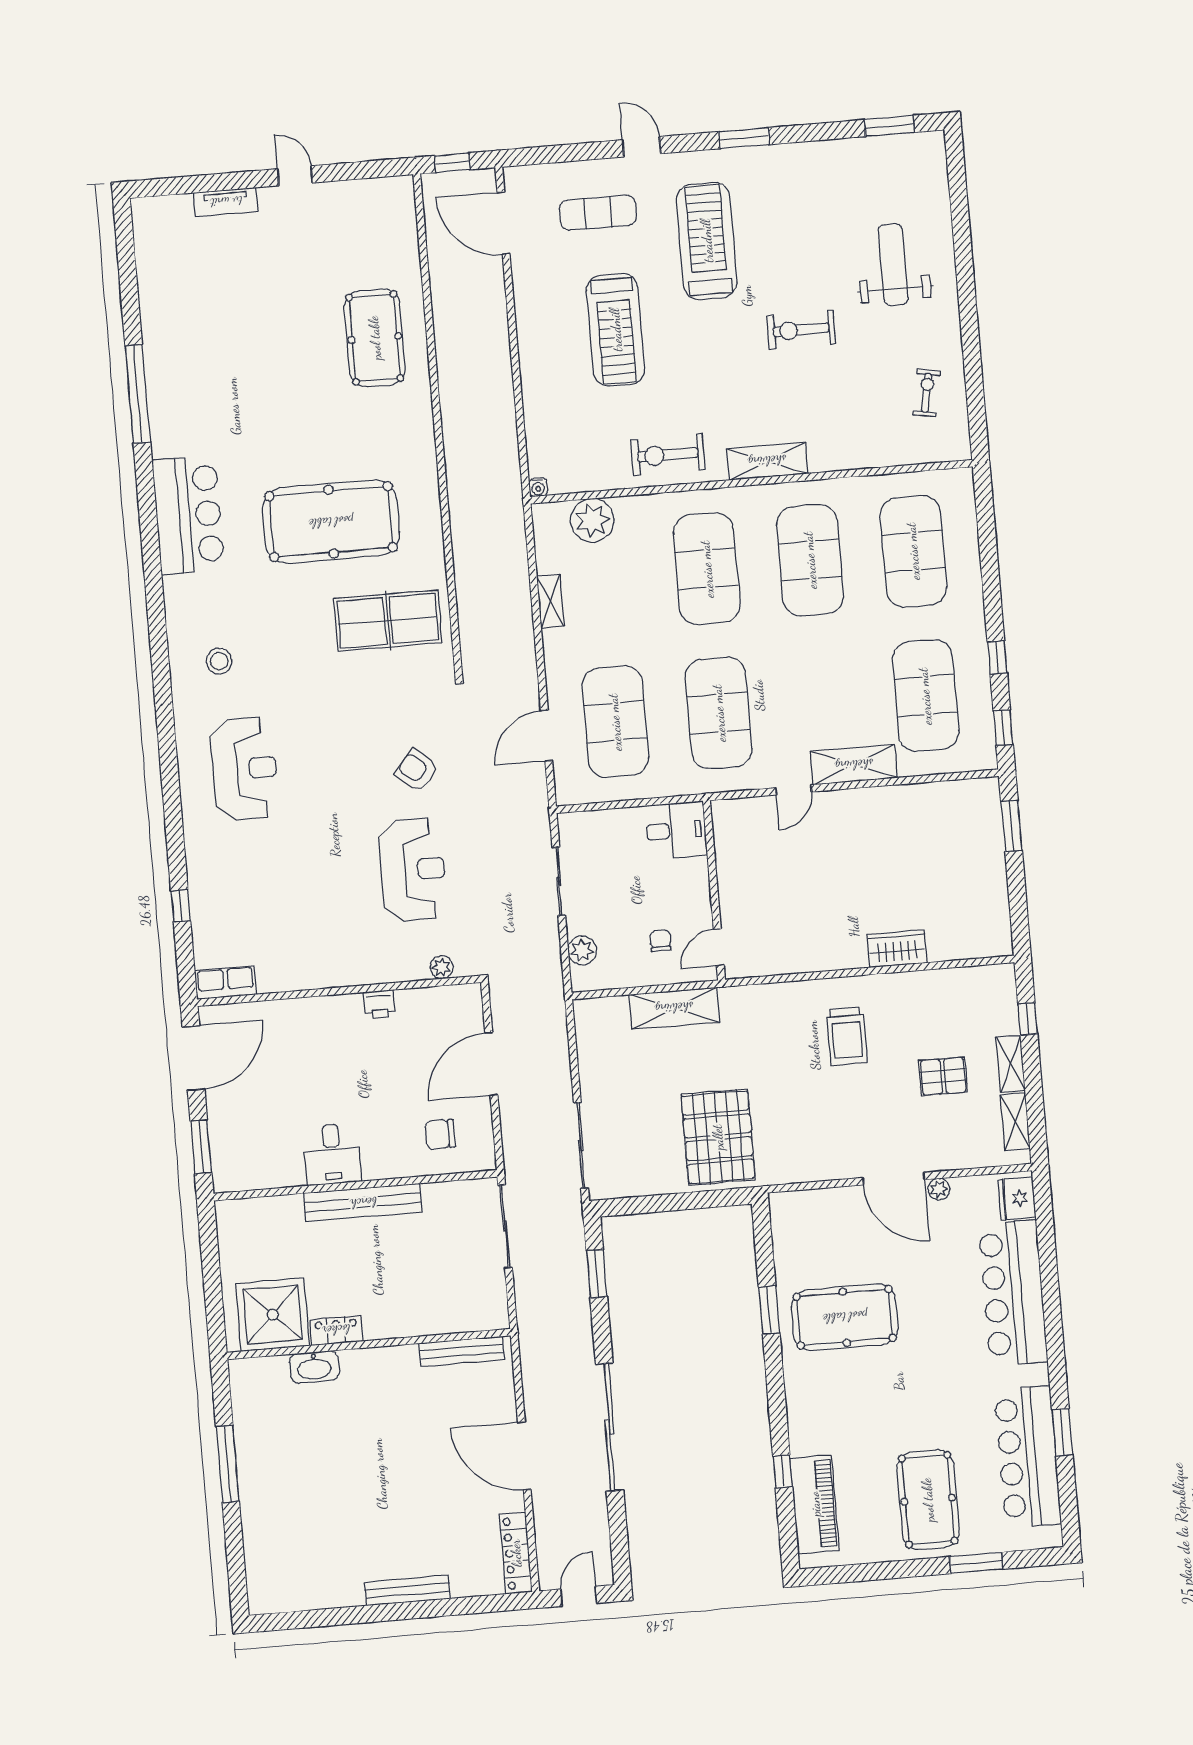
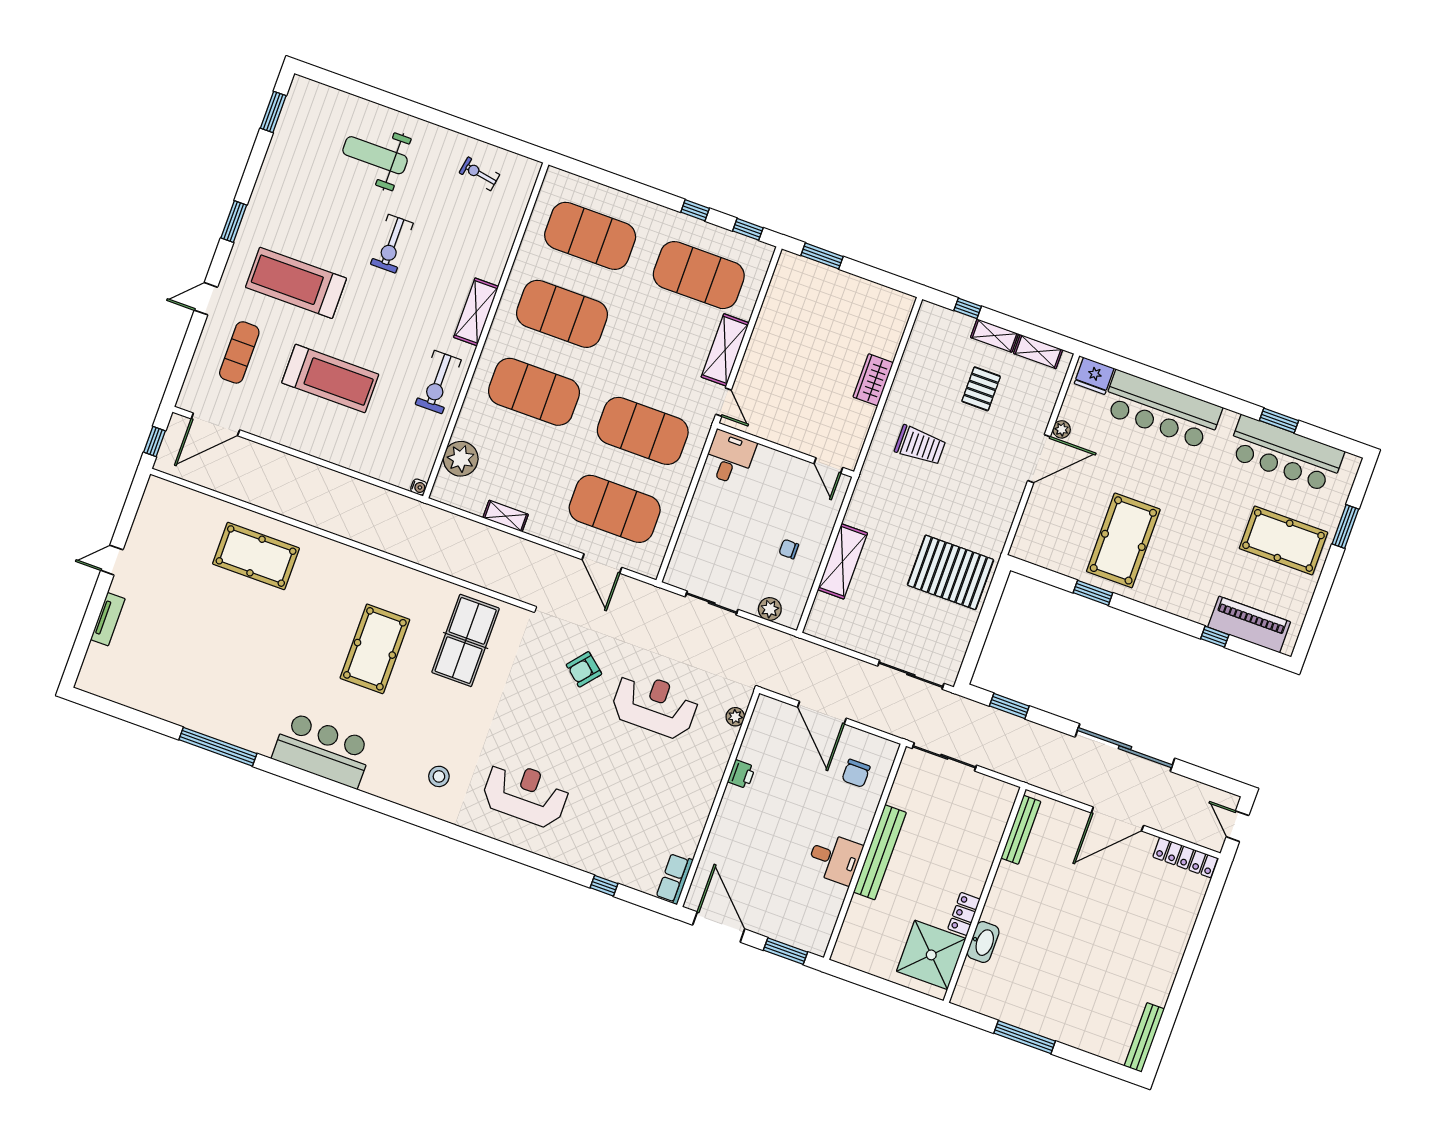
pool table: (331, 522) -> (375, 649), width x0.73, depth x0.76
desk: (676, 830) -> (729, 458), moved
wall: (714, 890) -> (786, 450), moved
door: (719, 947) -> (828, 465), moved
bench: (407, 1590) -> (1144, 1037), moved

